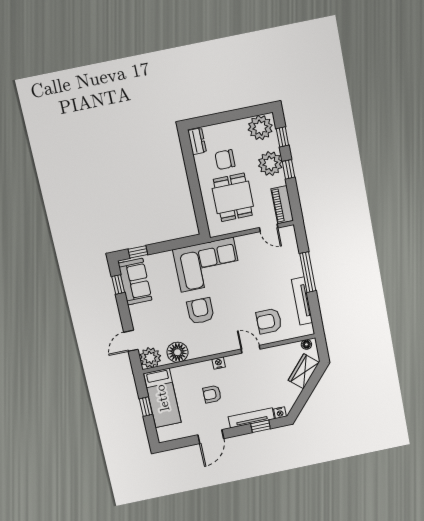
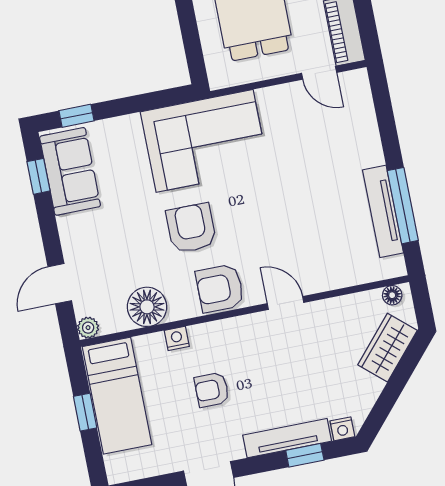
window: (308, 272) -> (403, 206), moved
armchair: (269, 321) -> (220, 288), moved
plant: (150, 358) -> (88, 328), width x0.53, depth x0.53
nightstand: (219, 363) -> (177, 338), moved

